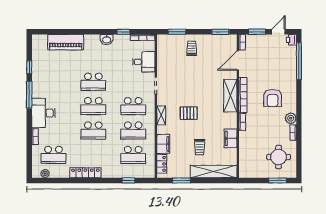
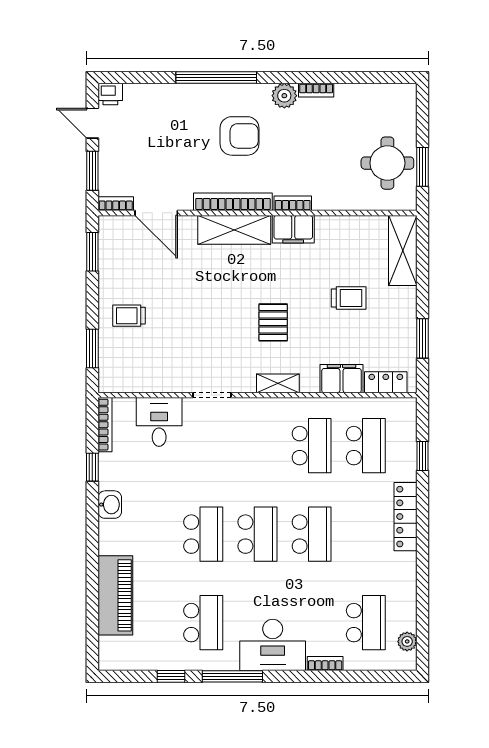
window: (299, 61) -> (216, 77), moved
school desk: (133, 106) -> (203, 623), moved
filing cabinet: (231, 138) -> (293, 229), moved
round table: (279, 157) -> (387, 163), moved
shelving: (214, 172) -> (403, 250), width x0.68
locker: (85, 173) -> (405, 517), moved
window: (278, 180) -> (423, 167), moved

